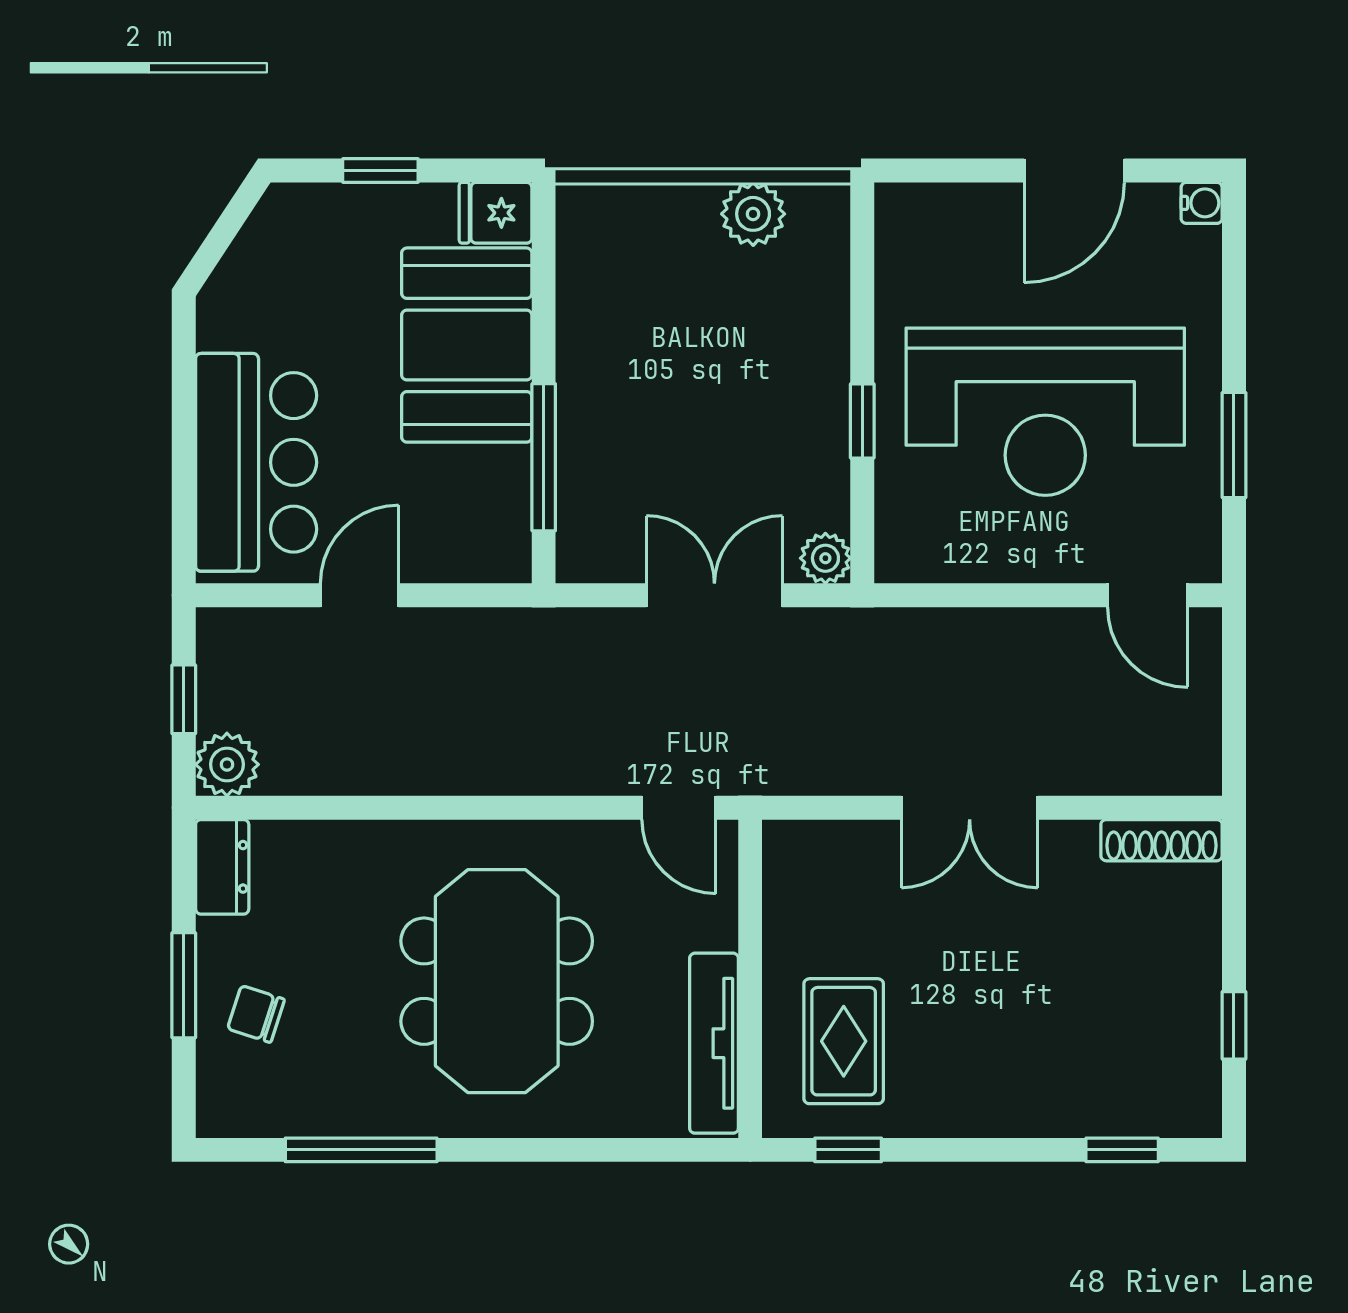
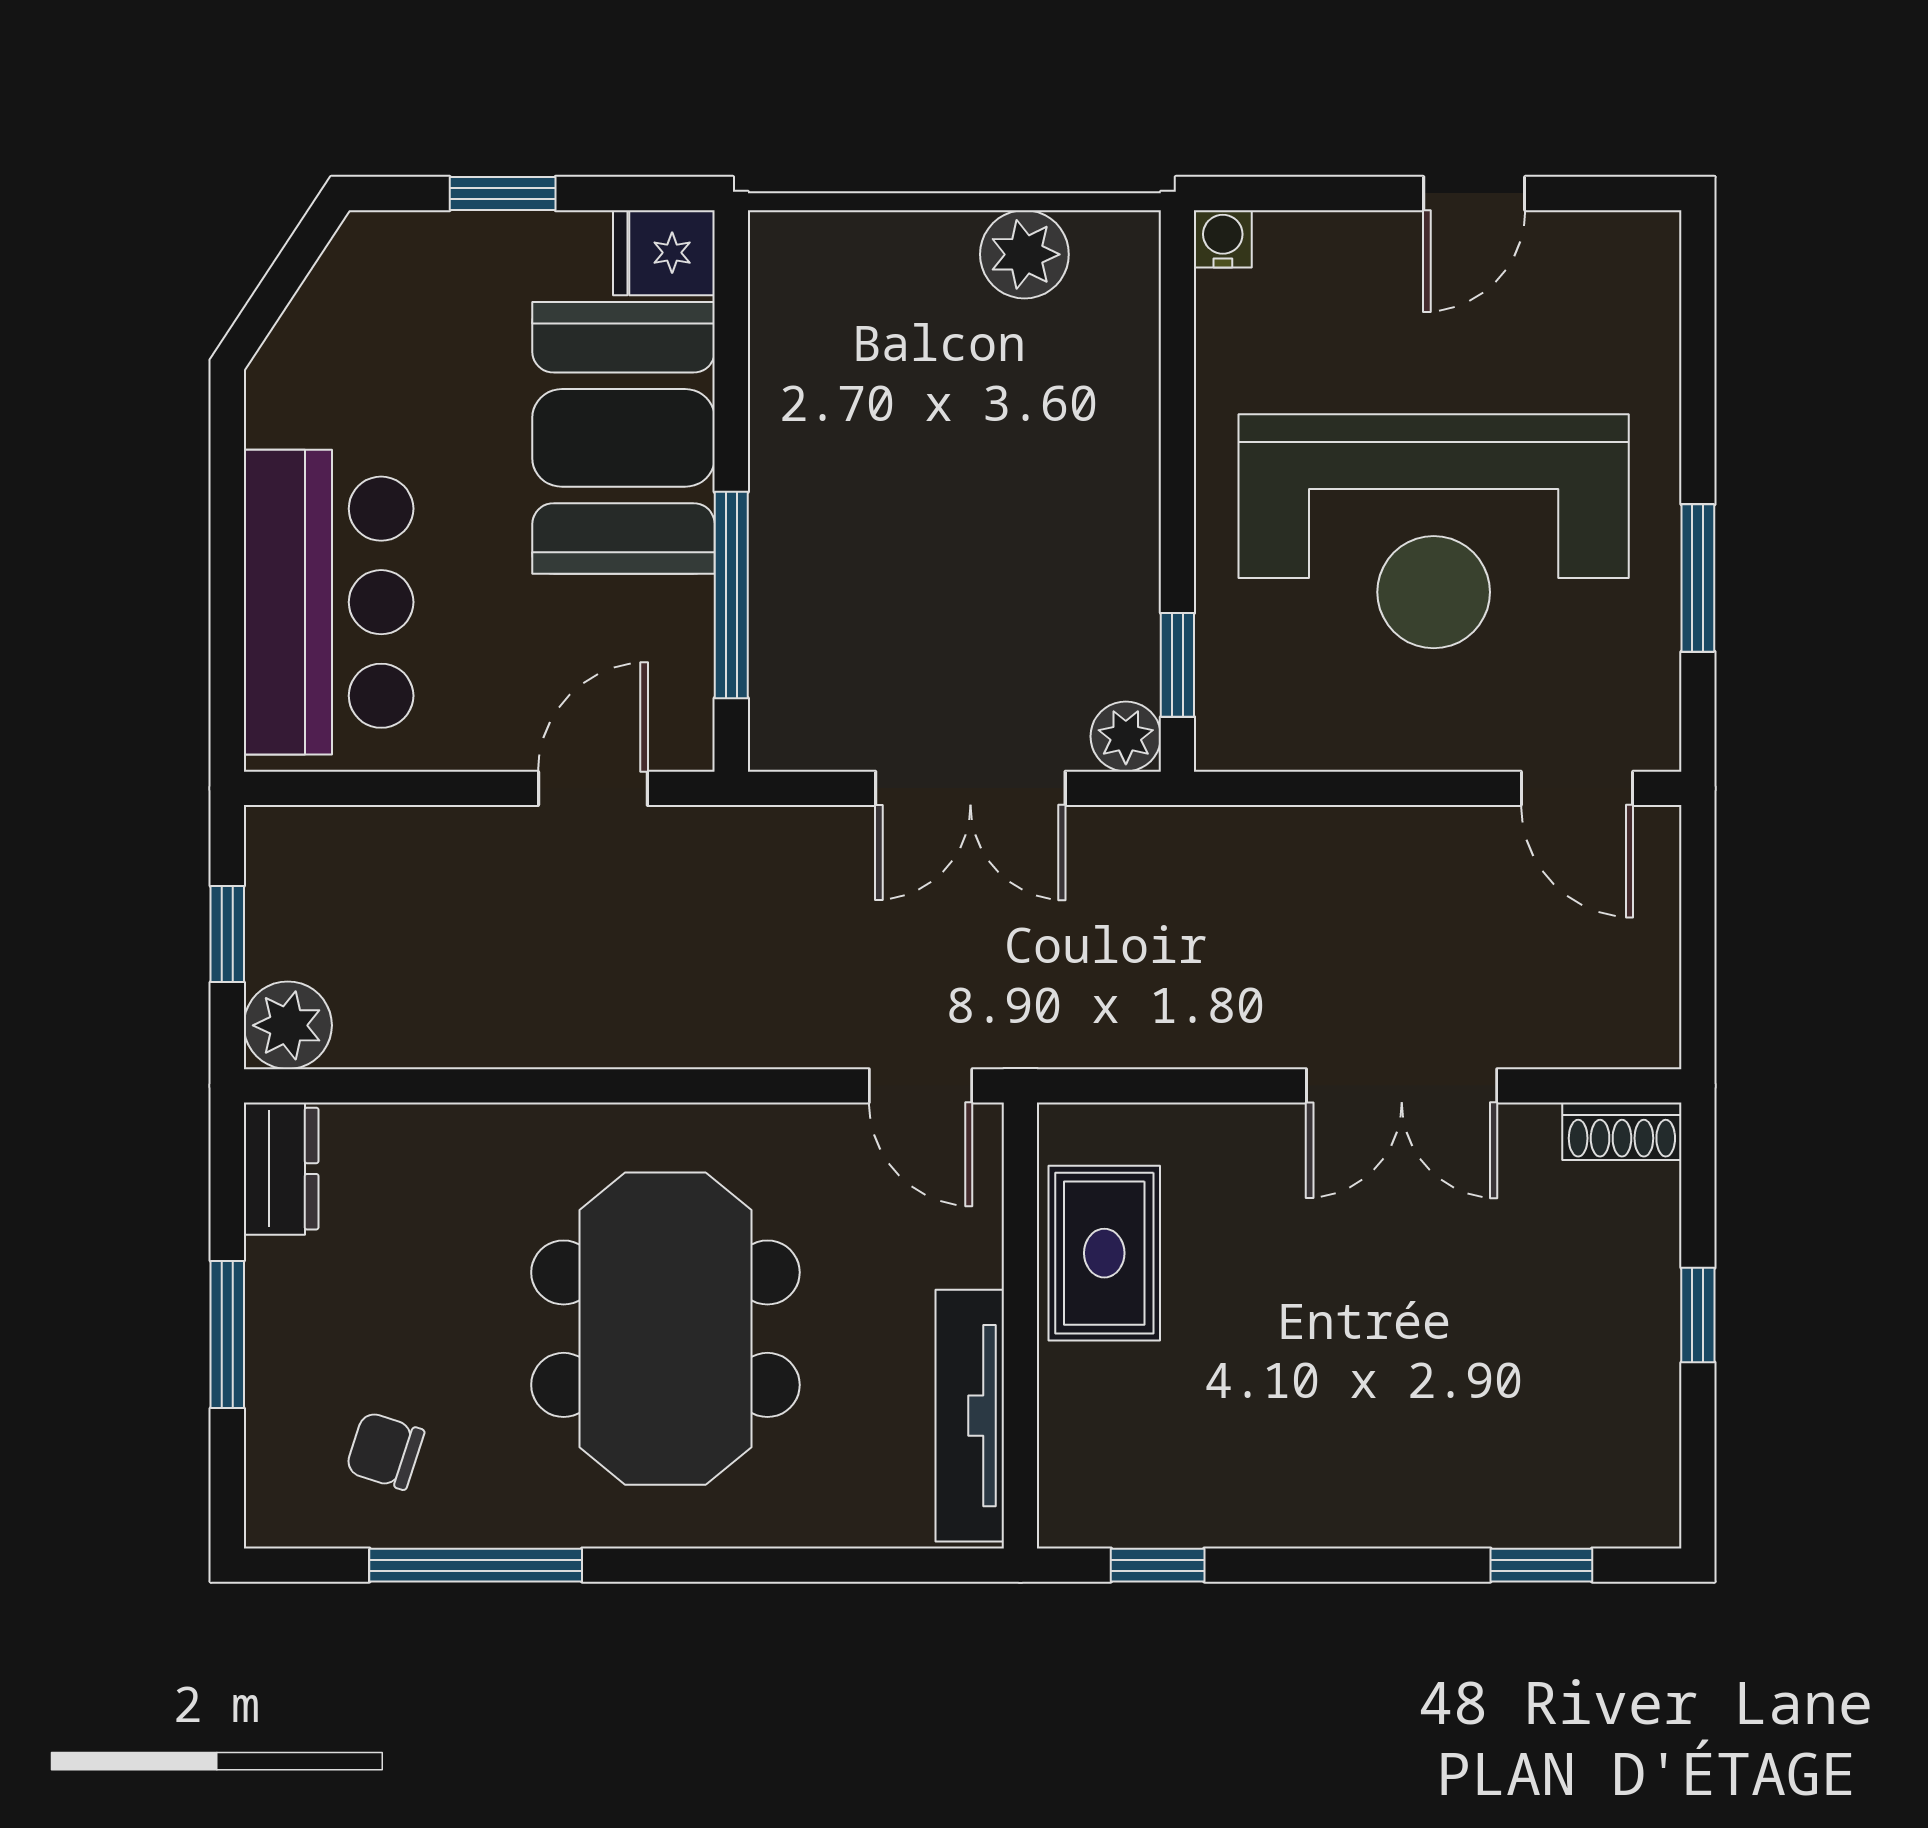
door: (1074, 170) -> (1474, 193), width x0.73
water cooler: (1202, 203) -> (1223, 239), moved, turned -90
window: (862, 421) -> (1177, 665), moved
door: (360, 595) -> (593, 788), moved
double door: (714, 595) -> (970, 788), swing flipped
double door: (970, 808) -> (1402, 1086), moved
shoe rack: (1162, 840) -> (1622, 1131), width x0.70
chair: (256, 1014) -> (385, 1451), moved
window: (1234, 1025) -> (1698, 1315), moved
rug: (844, 1041) -> (1104, 1253), moved

